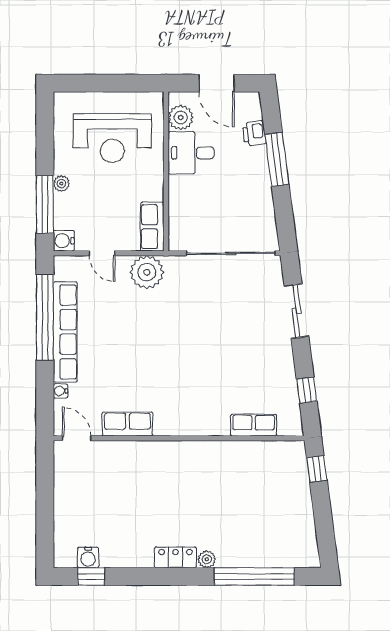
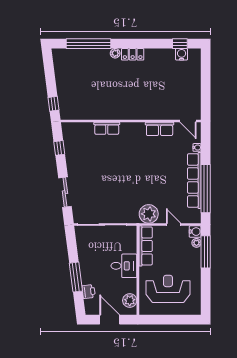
desk: (191, 153) -> (124, 266), moved
plant: (61, 184) -> (196, 243), moved
row of seats: (152, 227) -> (146, 246), width x1.48
row of seats: (254, 425) -> (107, 128), moved

